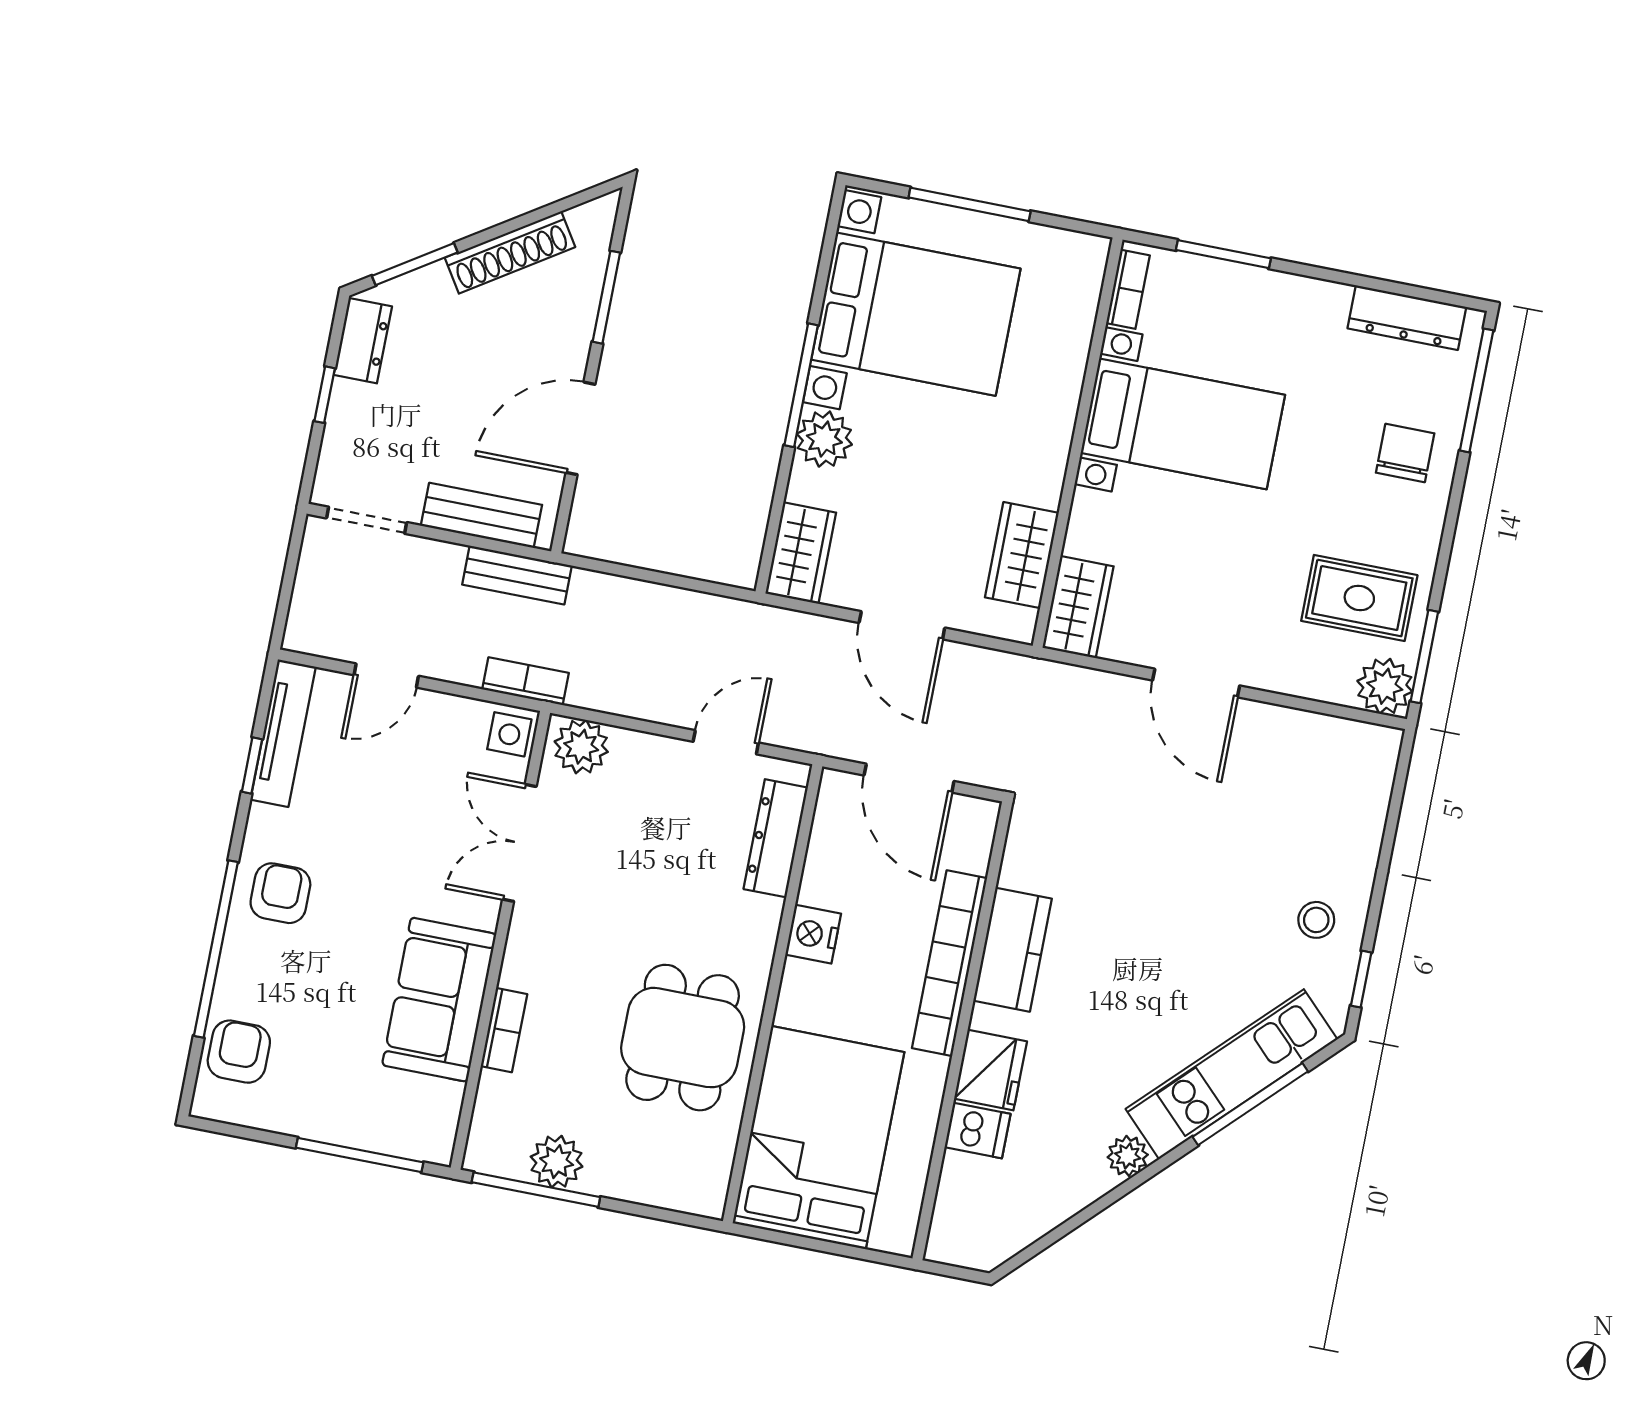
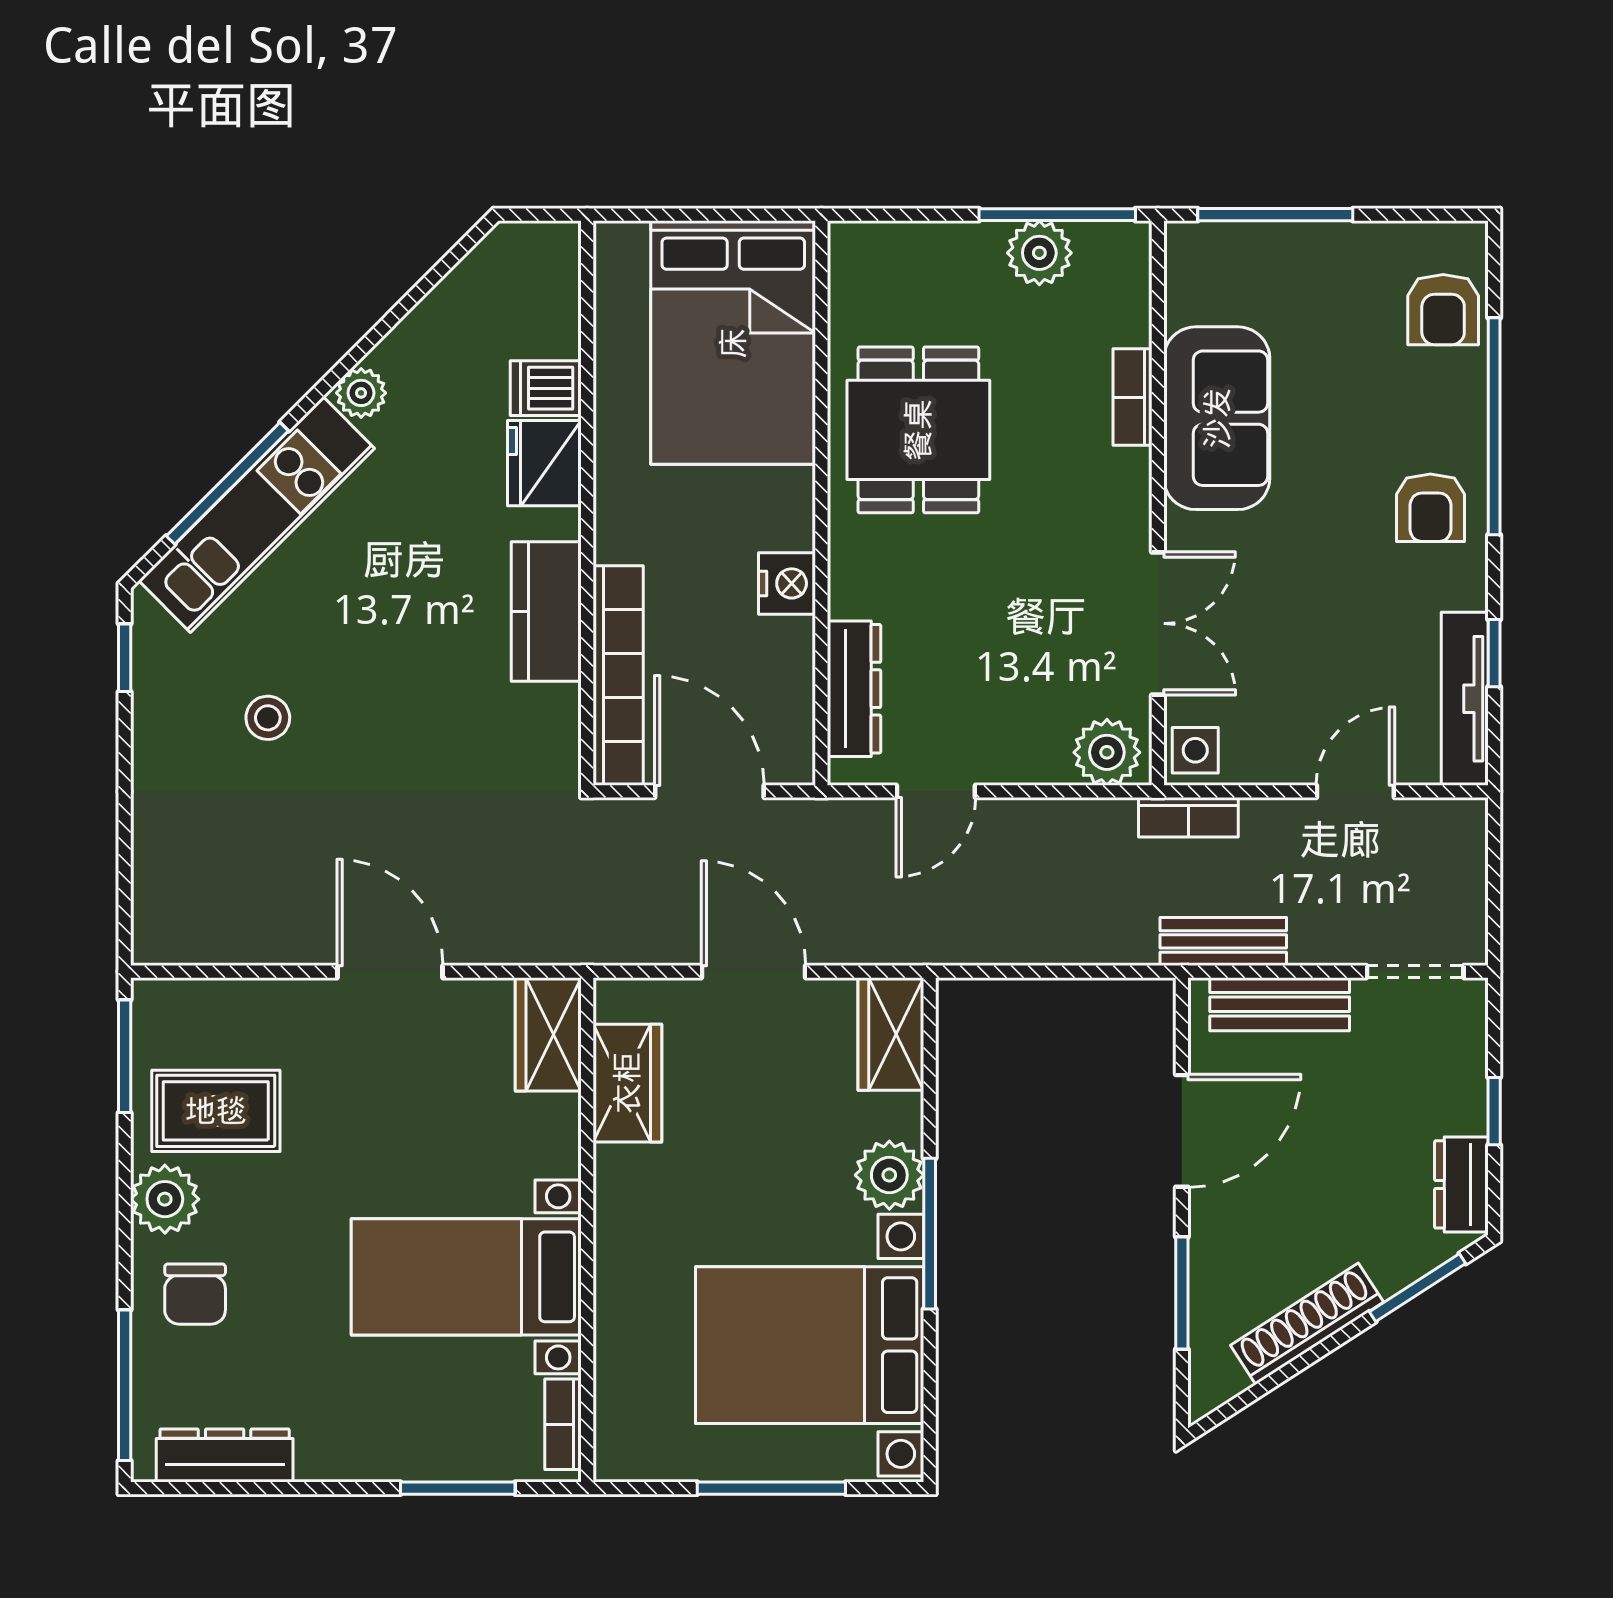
plant: (1385, 686) -> (165, 1199), moved
stool: (1316, 920) -> (268, 718), moved
bookcase: (949, 963) -> (618, 675), moved

